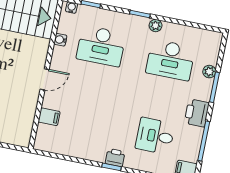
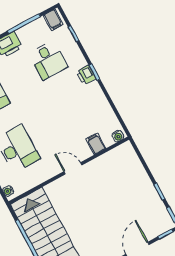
water cooler: (60, 40) -> (118, 136), moved

